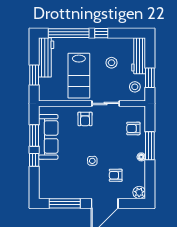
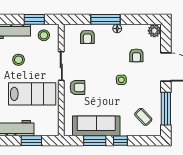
coffee table: (57, 182) -> (143, 117), added

